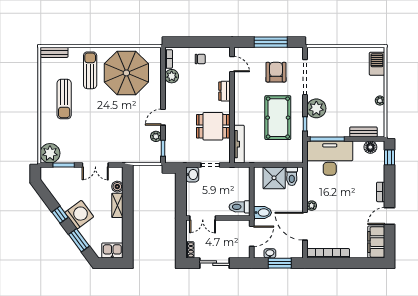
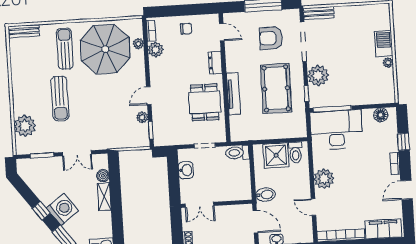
barbecue: (377, 64) -> (384, 44), moved
plant: (156, 70) -> (138, 44), added
armchair: (276, 72) -> (271, 38), turned -90
sun lounger: (64, 99) -> (60, 98), moved
dining table: (213, 126) -> (205, 102), turned 90
bench: (363, 132) -> (319, 13), moved
tv unit: (239, 144) -> (233, 94), moved
plant: (50, 153) -> (25, 126), moved
window: (389, 157) -> (404, 142), moved
washbasin: (192, 174) -> (186, 170), moved
plant: (312, 206) -> (324, 179), width x1.88, depth x1.88
toilet: (240, 207) -> (237, 153), moved
door: (305, 226) -> (313, 207), width x0.53
door: (252, 236) -> (255, 222), hinge flipped
filing cabinet: (376, 242) -> (383, 229), moved, turned 90

